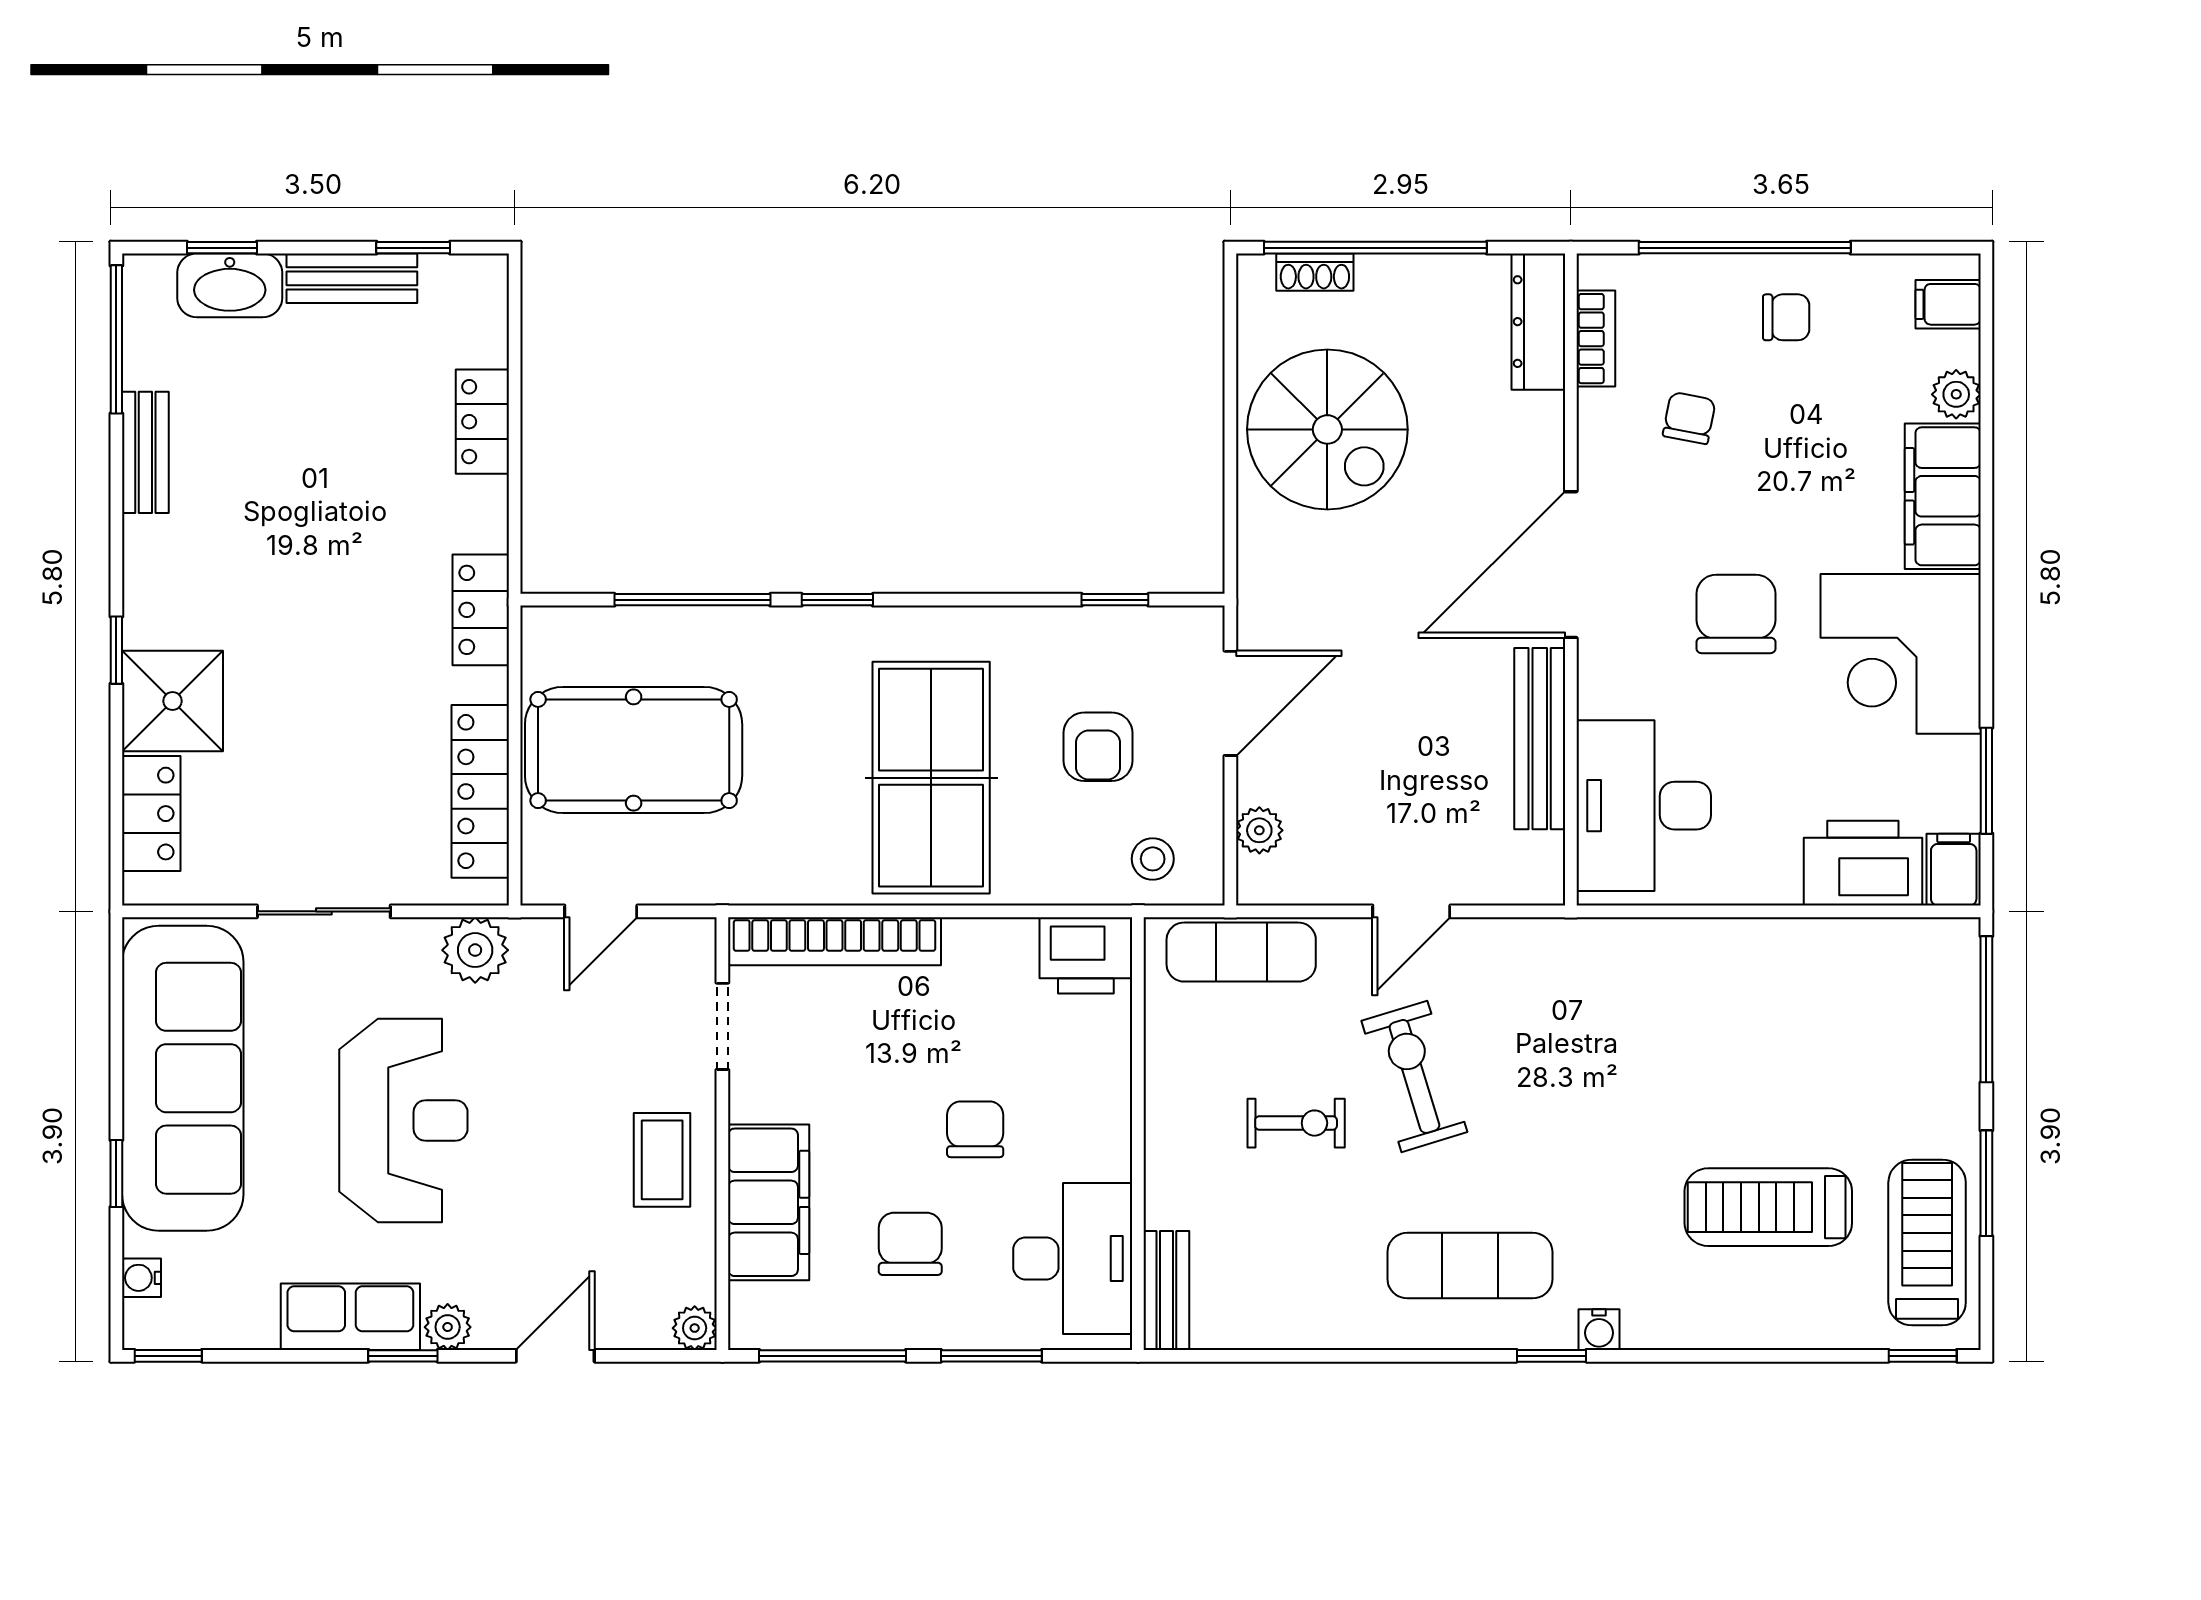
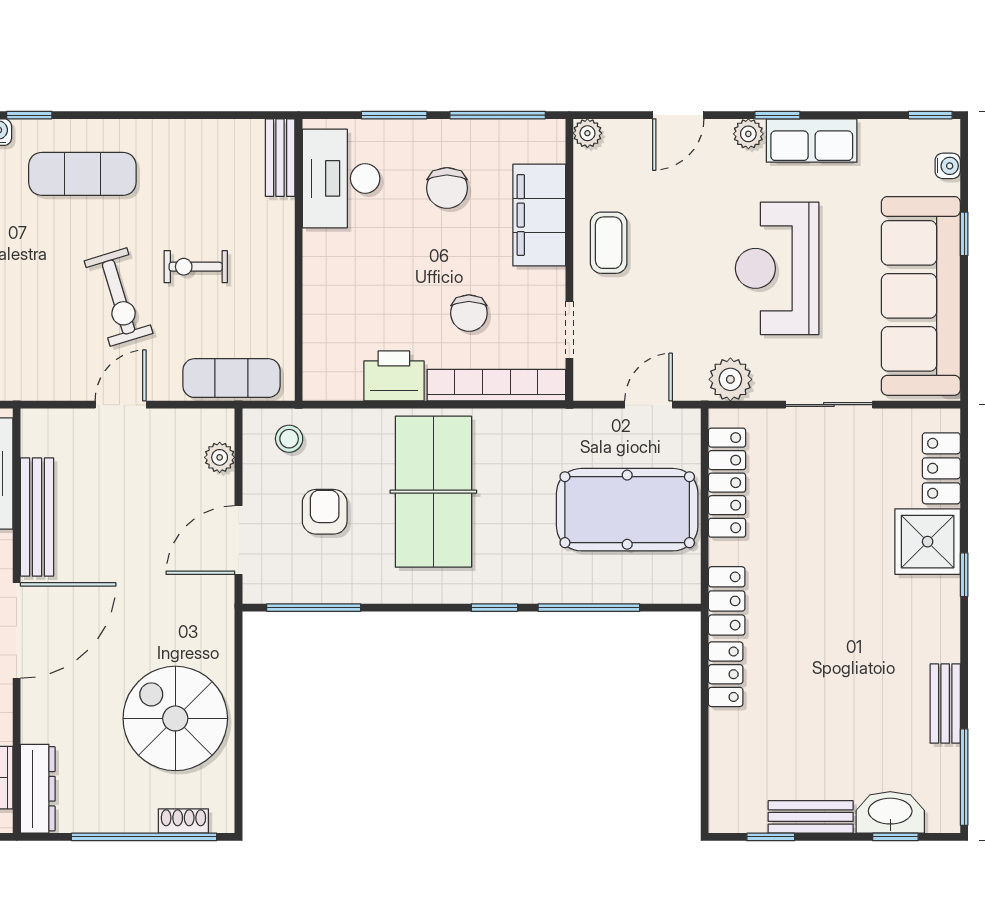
locker: (482, 422) -> (726, 674), moved
window: (1115, 600) -> (314, 608), width x2.17
printer: (1086, 955) -> (394, 376), moved
chair: (975, 1129) -> (469, 313), moved

